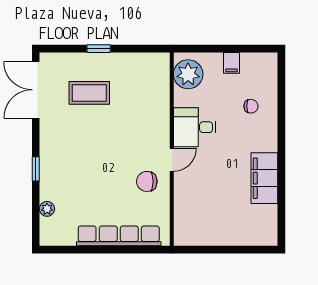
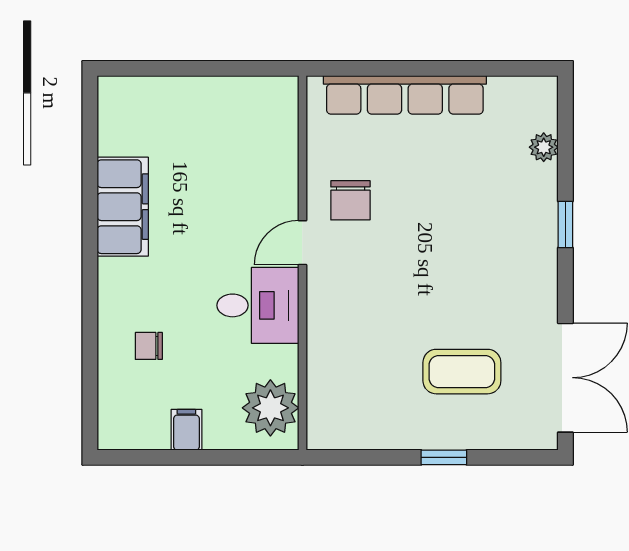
chair: (147, 181) -> (350, 200), turned 90

